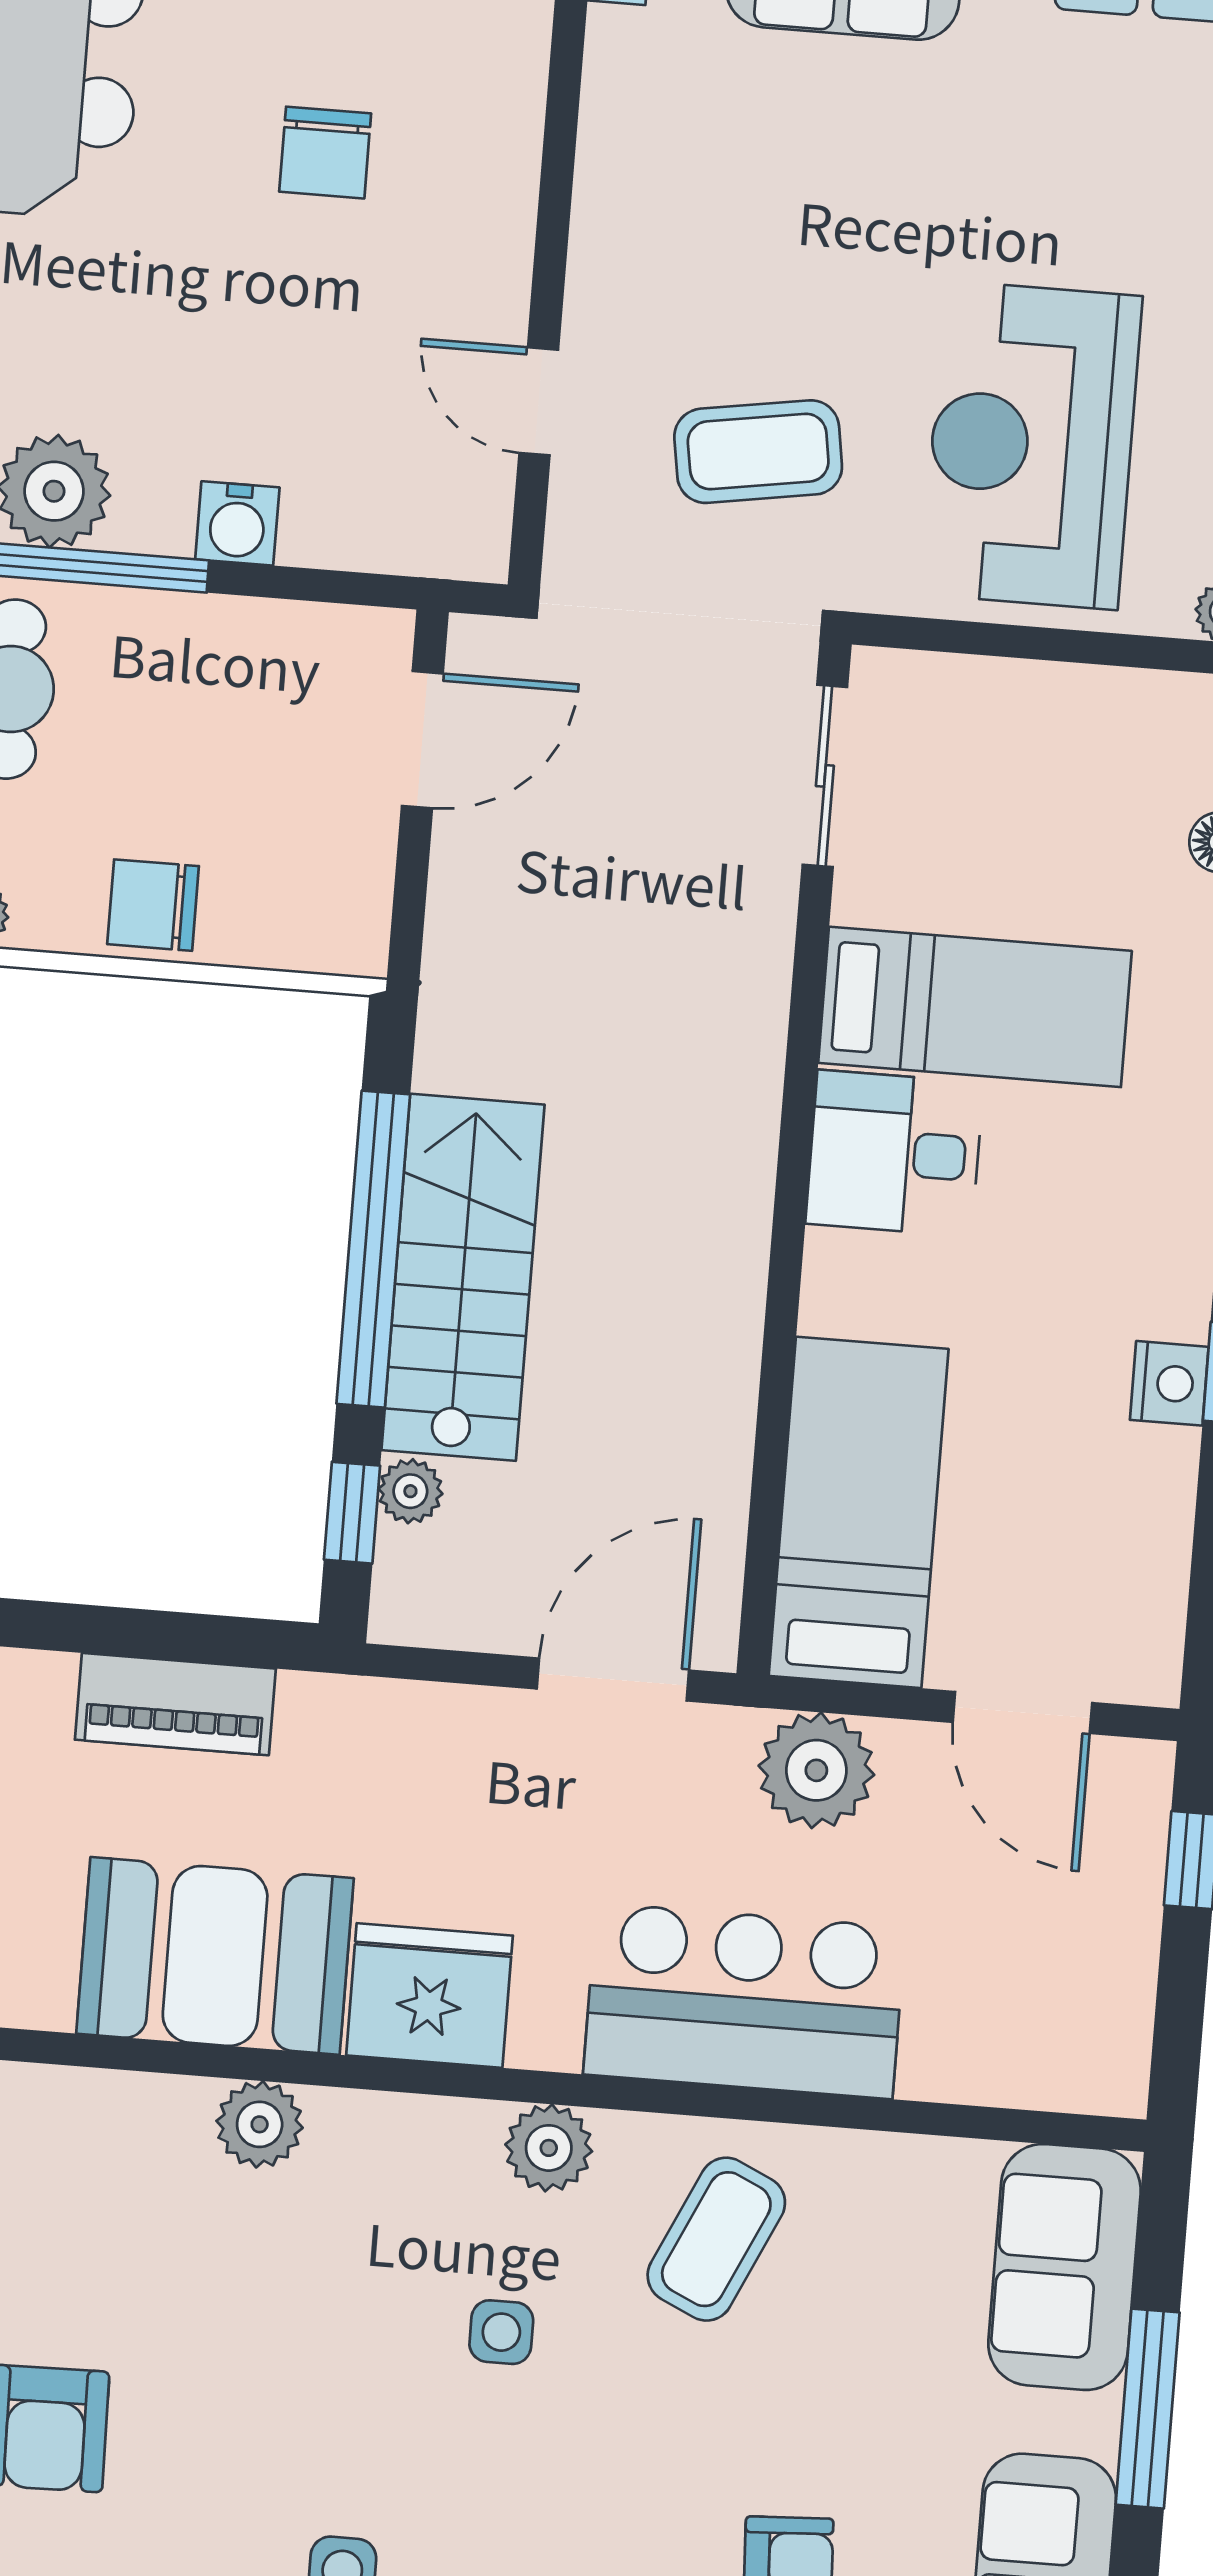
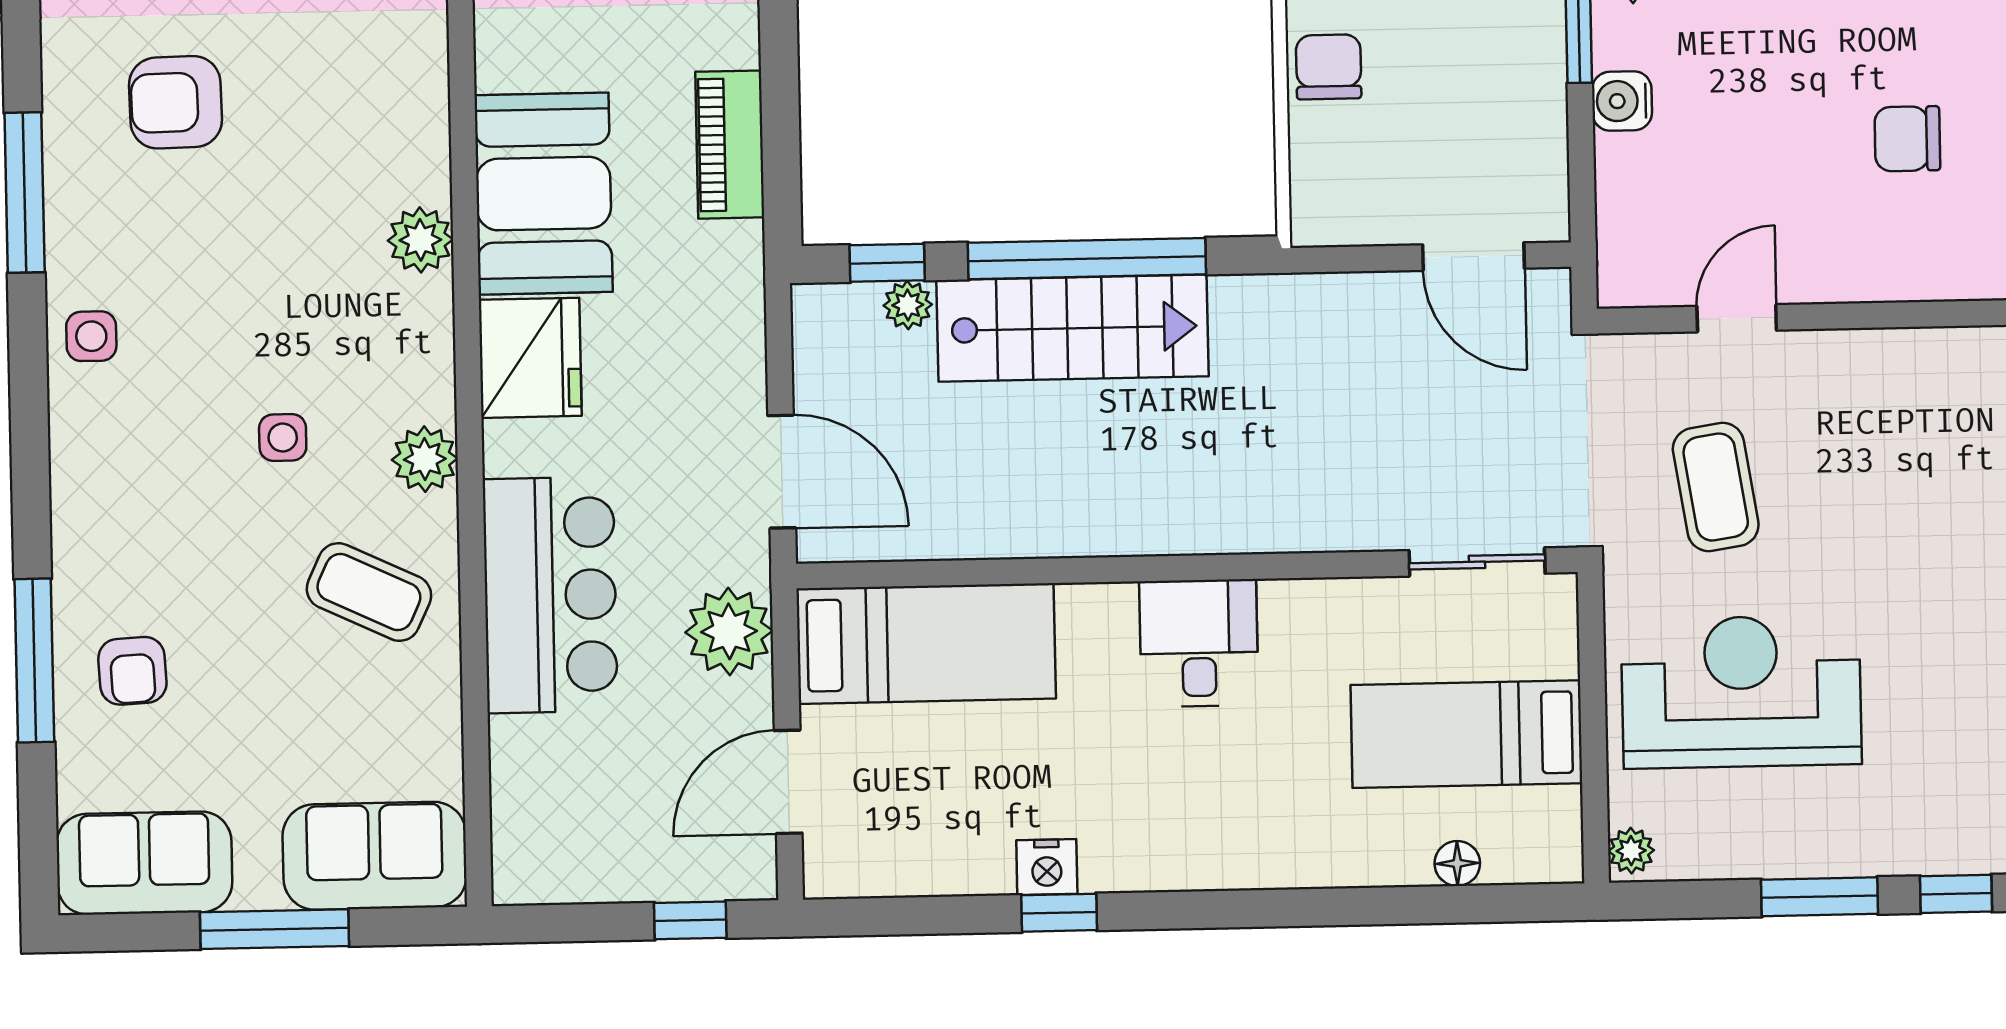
bed: (975, 1007) -> (1466, 734), moved, turned 90

